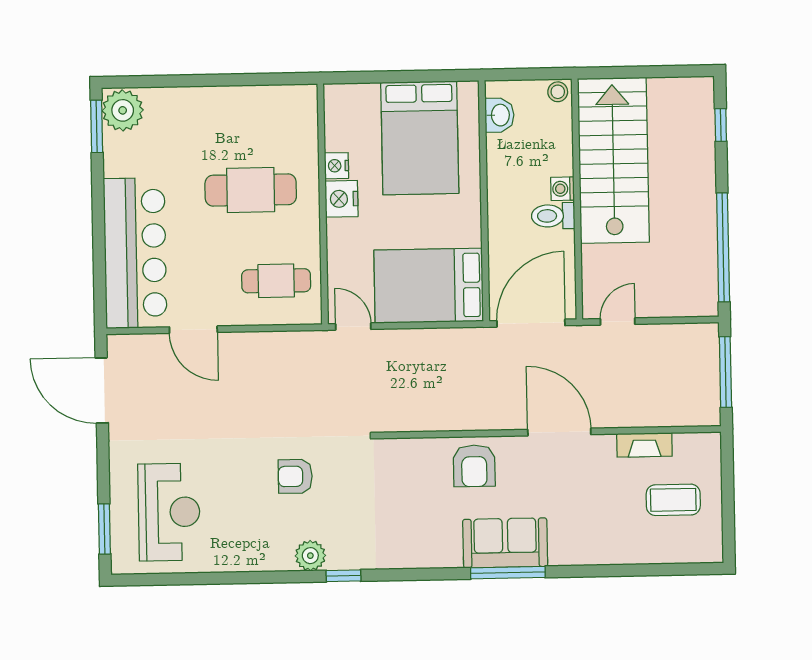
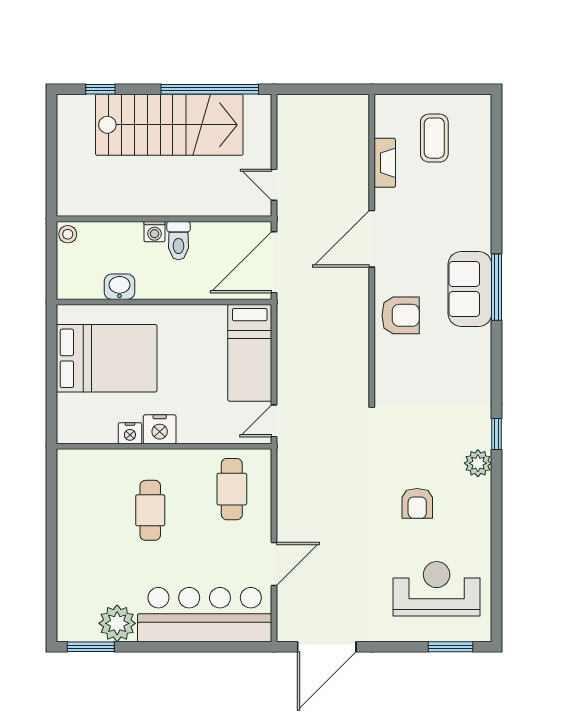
plant: (123, 110) -> (117, 623), moved
washbasin: (500, 115) -> (119, 287), moved
stairs: (613, 160) -> (169, 125), moved, turned 180
cafe table: (251, 190) -> (150, 510), width x0.73, depth x0.74
bed: (429, 286) -> (250, 353), width x0.67
door: (531, 323) -> (274, 262), hinge flipped
window: (725, 372) -> (321, 89), removed
armchair: (295, 476) -> (417, 503), moved

